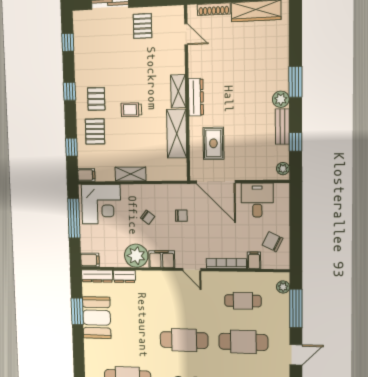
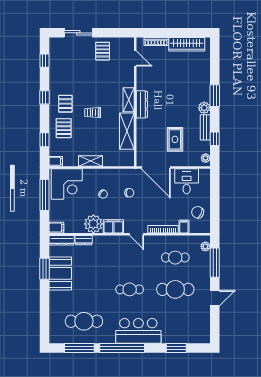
rug: (213, 143) -> (175, 139), moved
cafe table: (184, 340) -> (130, 289), width x0.73, depth x0.74

